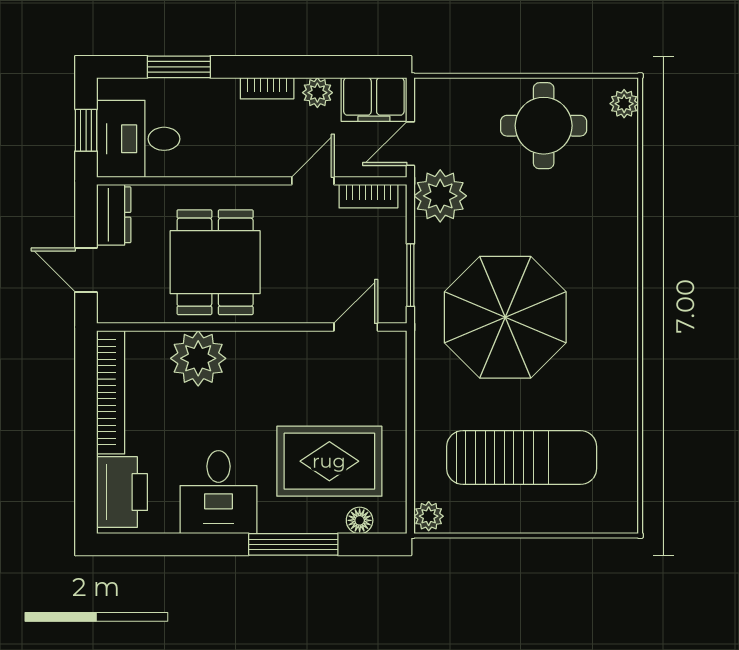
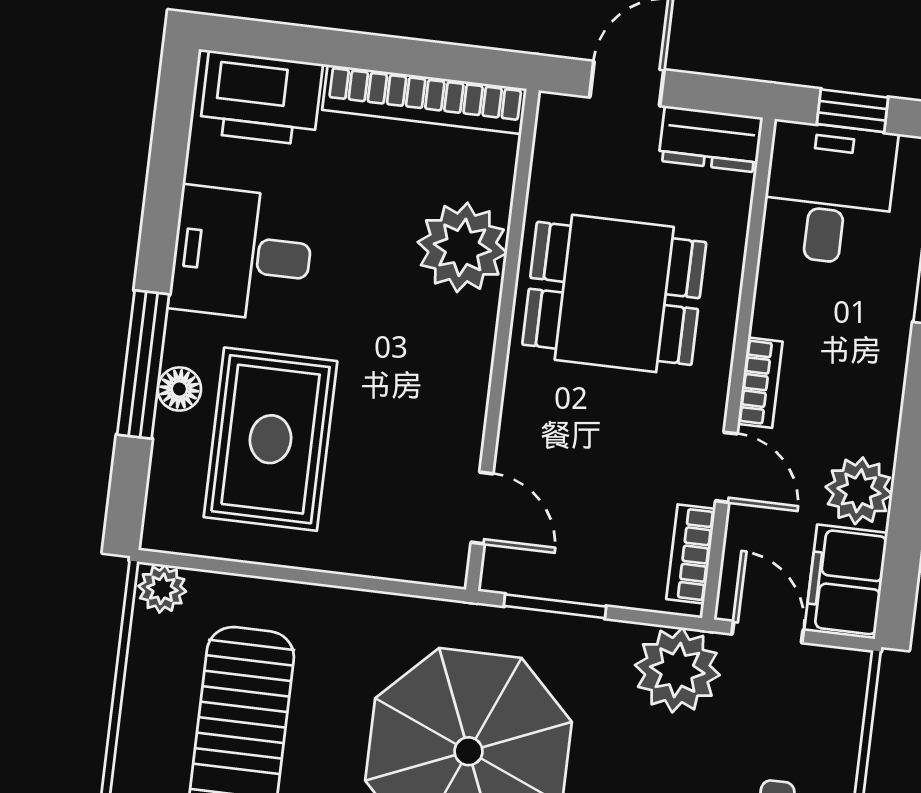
bookcase: (267, 88) -> (760, 383), moved, turned 180
plant: (317, 93) -> (859, 491), width x1.38, depth x1.38
floor lamp: (360, 520) -> (179, 389), moved

